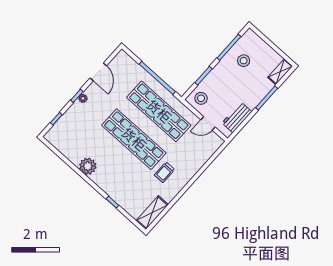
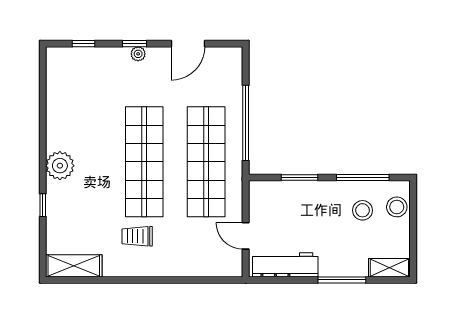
stool: (201, 98) -> (397, 207), moved
workbench: (237, 117) -> (285, 265), width x1.38
plant: (88, 166) -> (60, 166), moved

